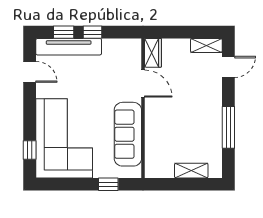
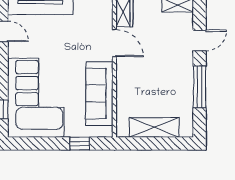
door: (228, 67) -> (200, 40), moved
shelving: (191, 171) -> (154, 127), width x1.50, depth x1.33

